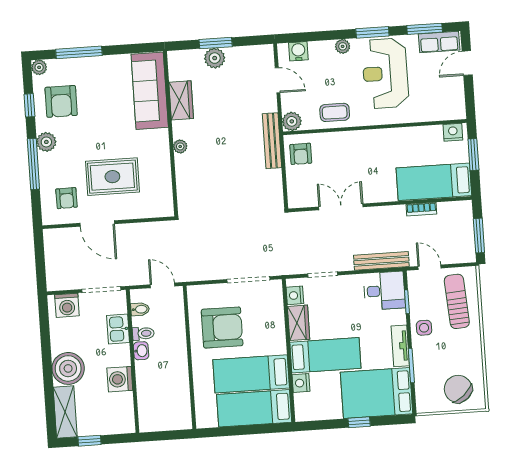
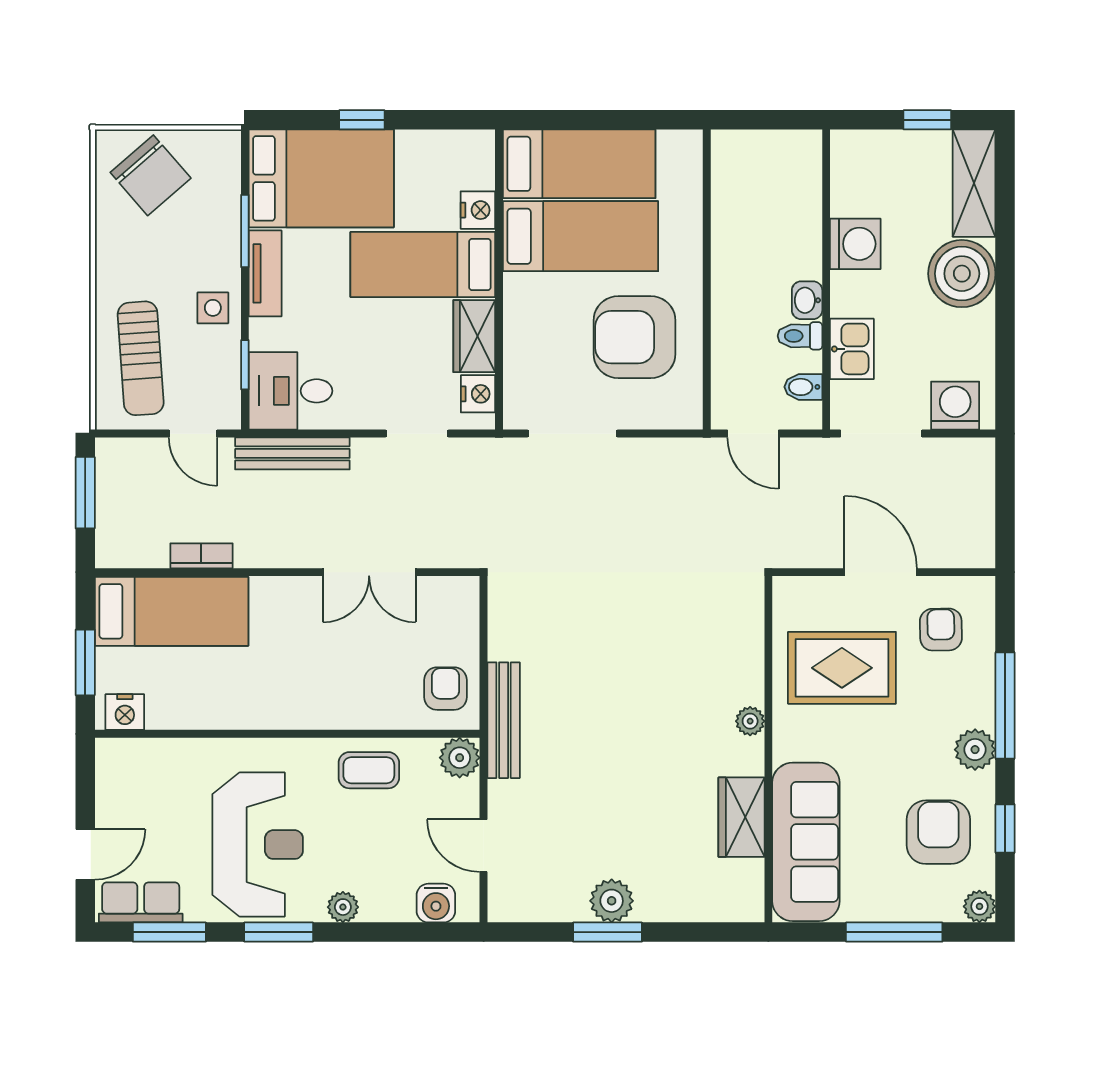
sofa: (150, 91) -> (806, 842), moved
wardrobe: (181, 100) -> (741, 817), moved
wall: (171, 134) -> (768, 749), moved
plant: (180, 146) -> (750, 721), moved

